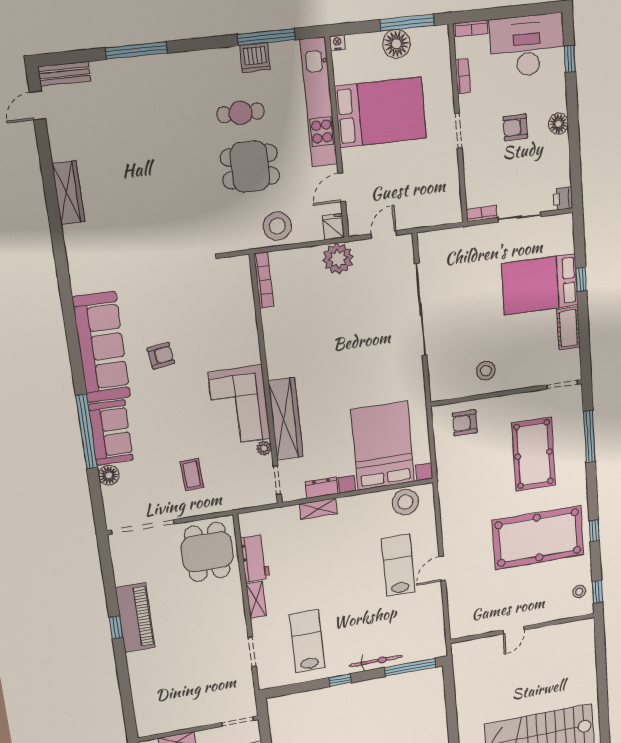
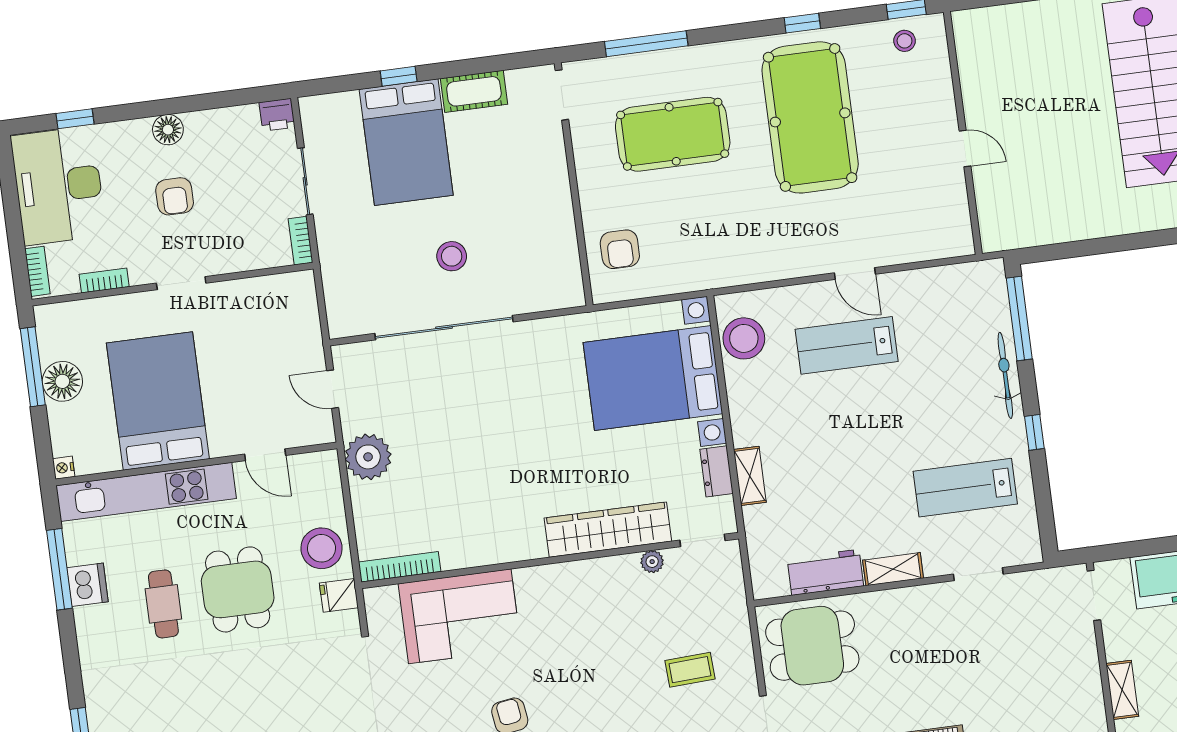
fridge: (333, 227) -> (339, 595), moved
stool: (486, 371) -> (452, 256), moved
corner sofa: (239, 405) -> (460, 616), moved

